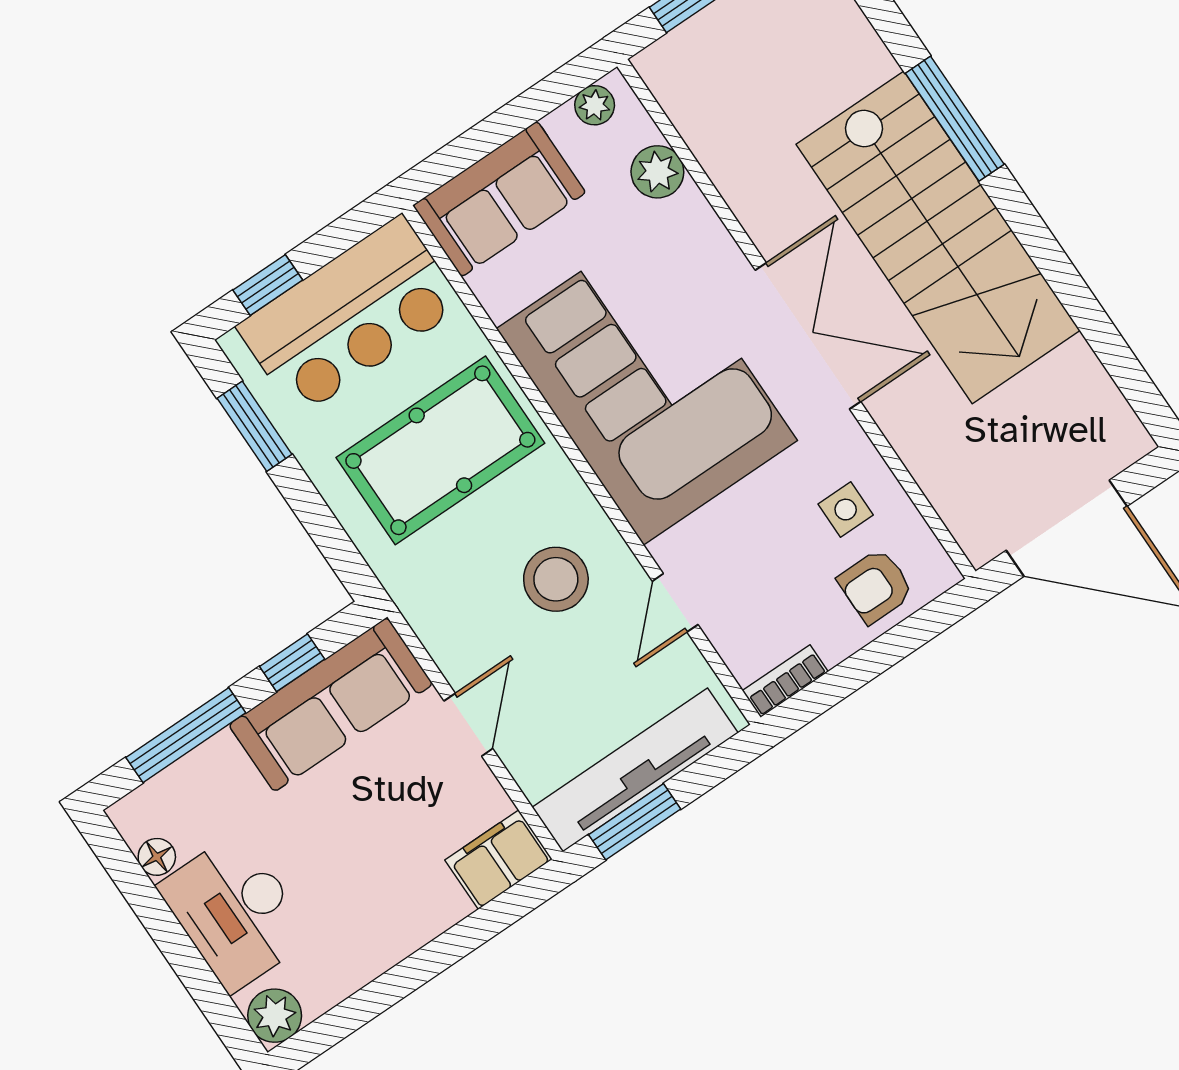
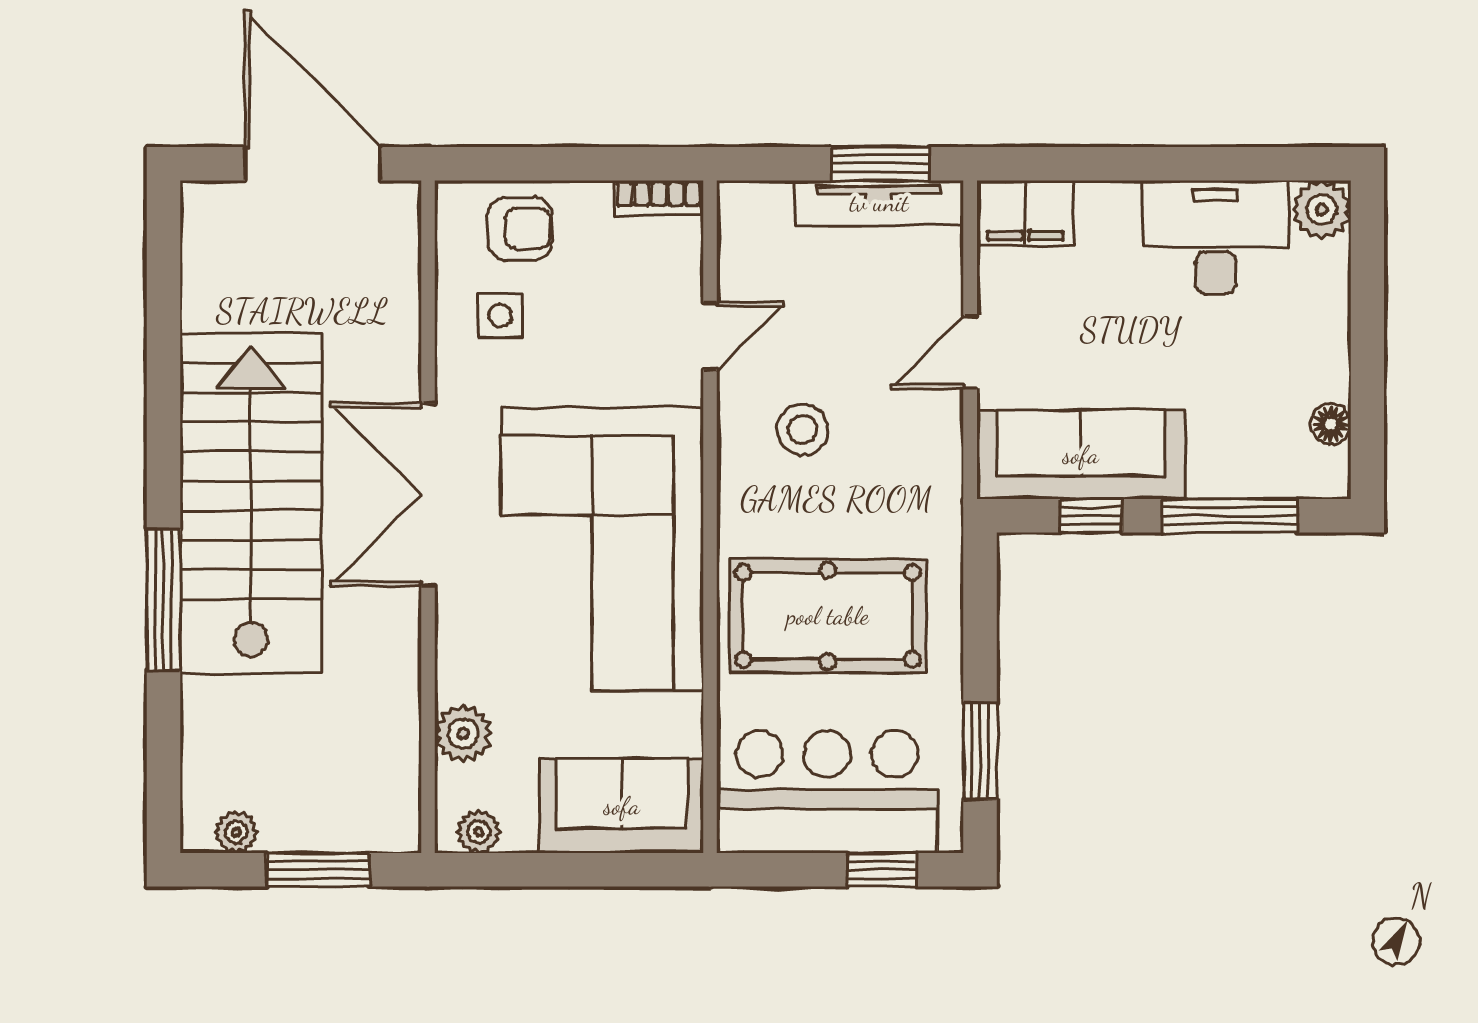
stool: (556, 579) -> (803, 430), width x0.73, depth x0.73
tv unit: (635, 770) -> (879, 203), width x0.73, depth x0.78
desk: (235, 912) -> (1215, 238), moved, turned -90

